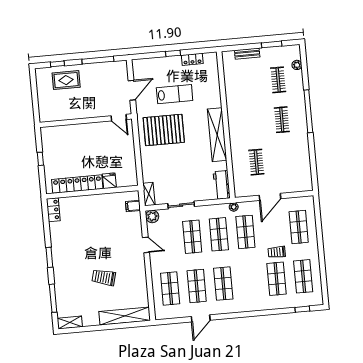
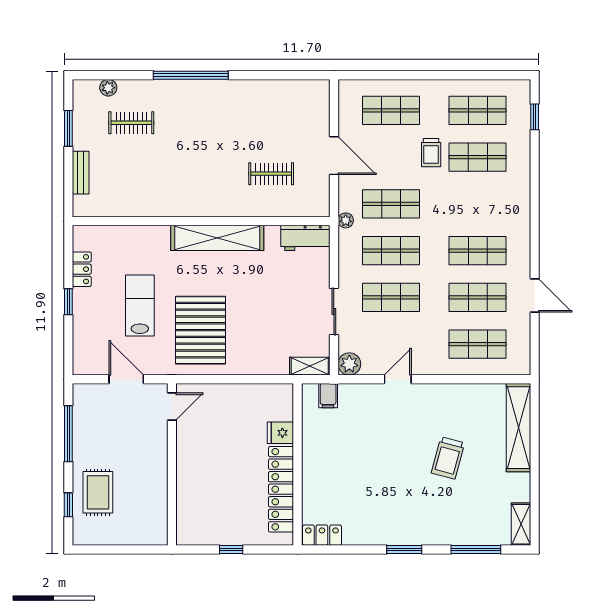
clothes rail: (282, 120) -> (201, 123), removed

